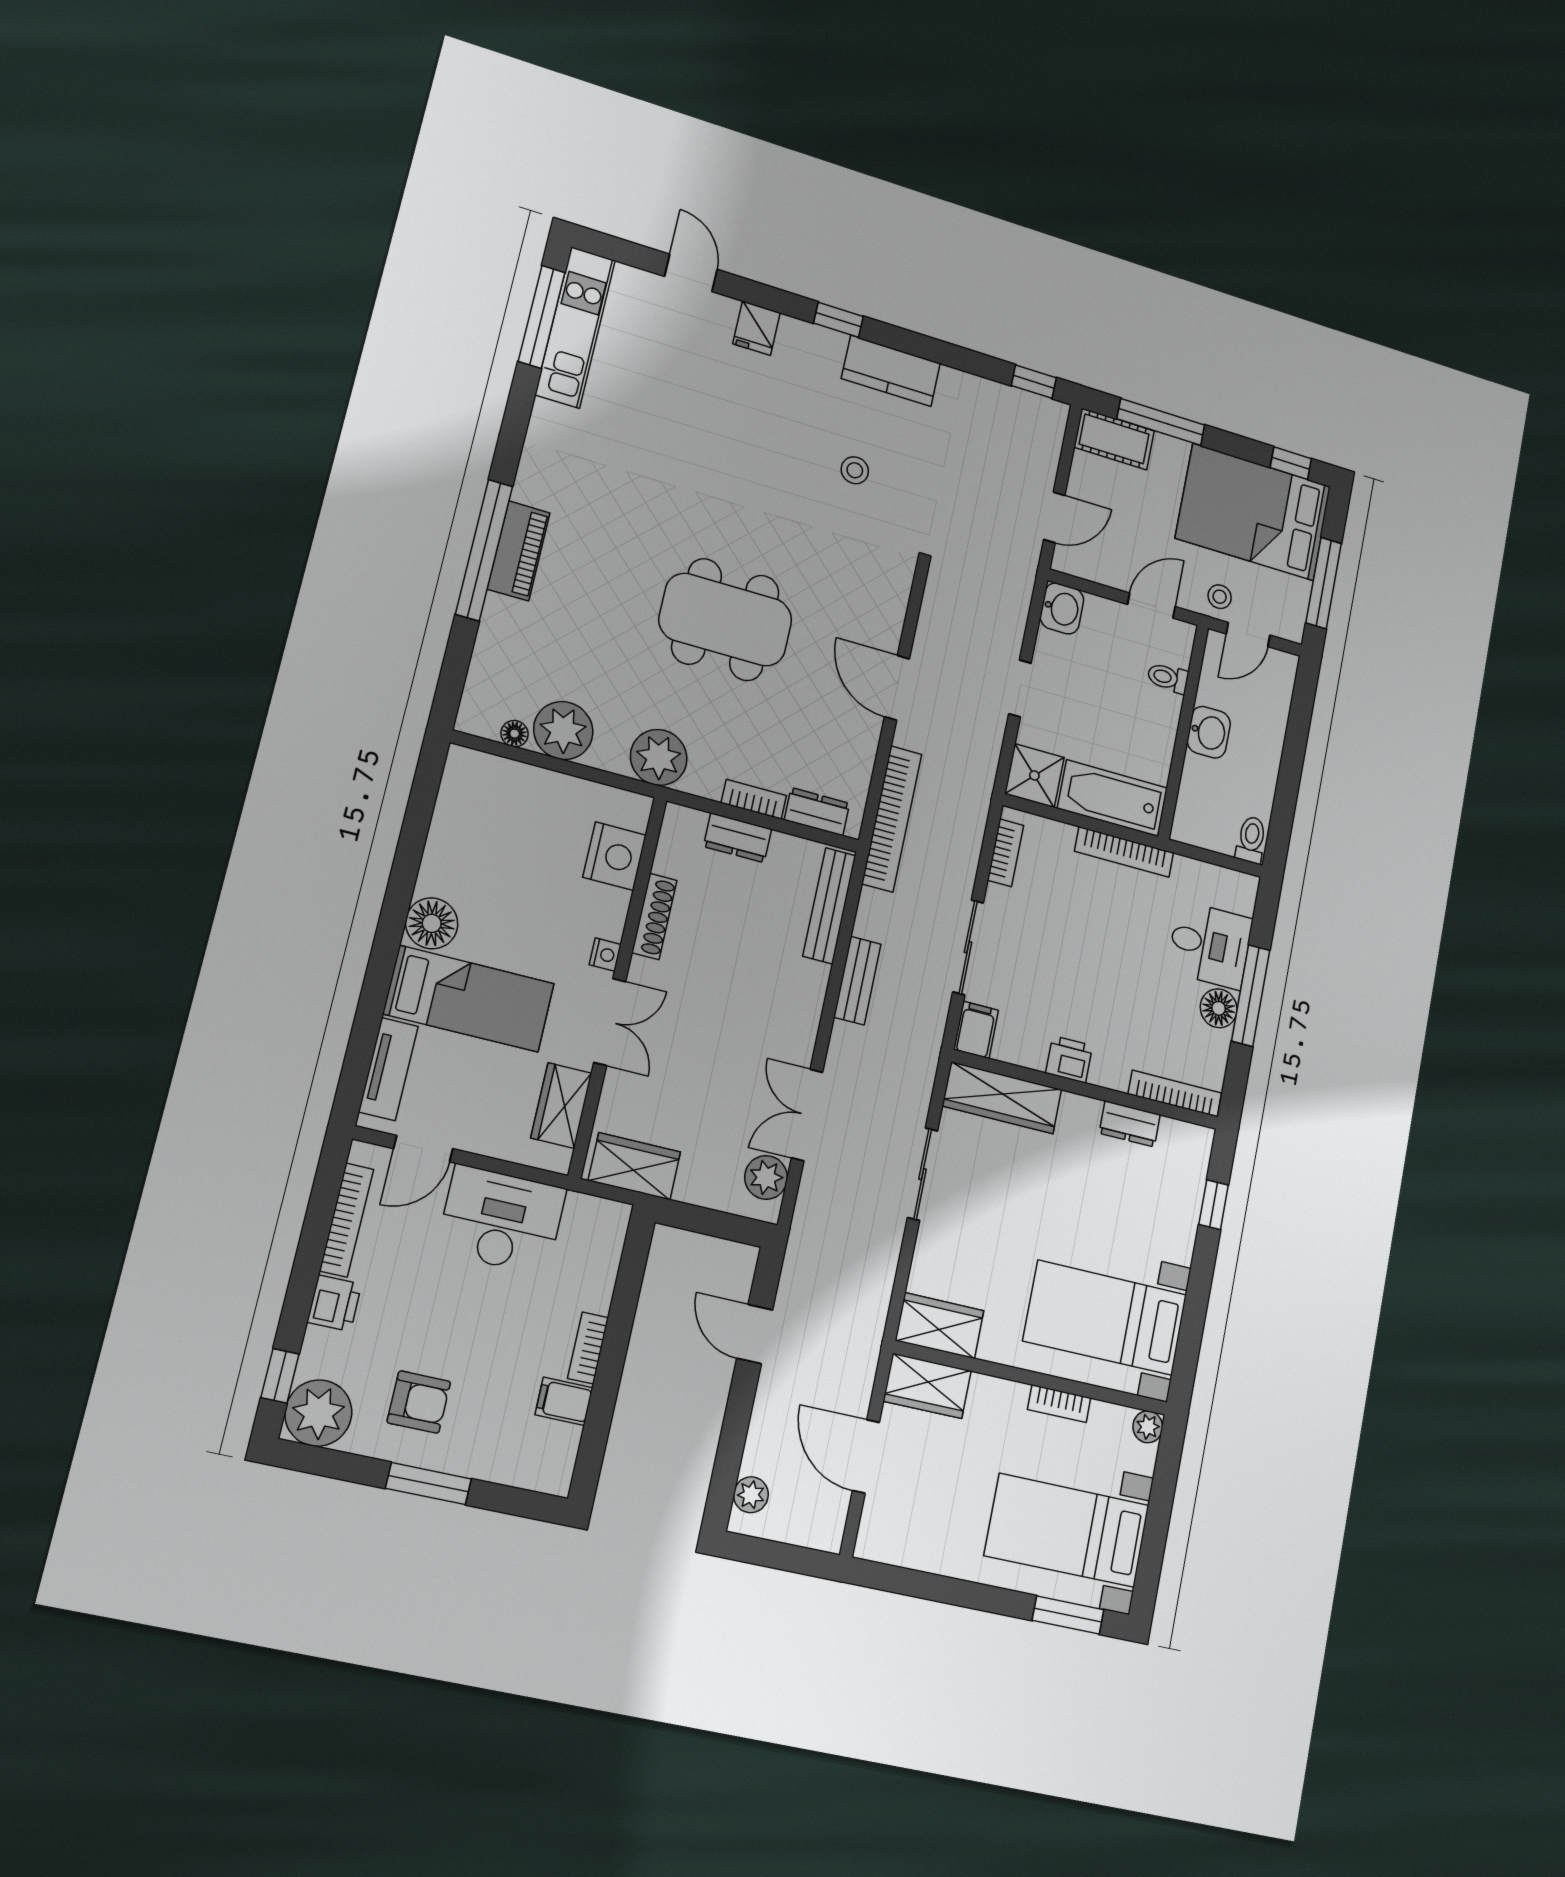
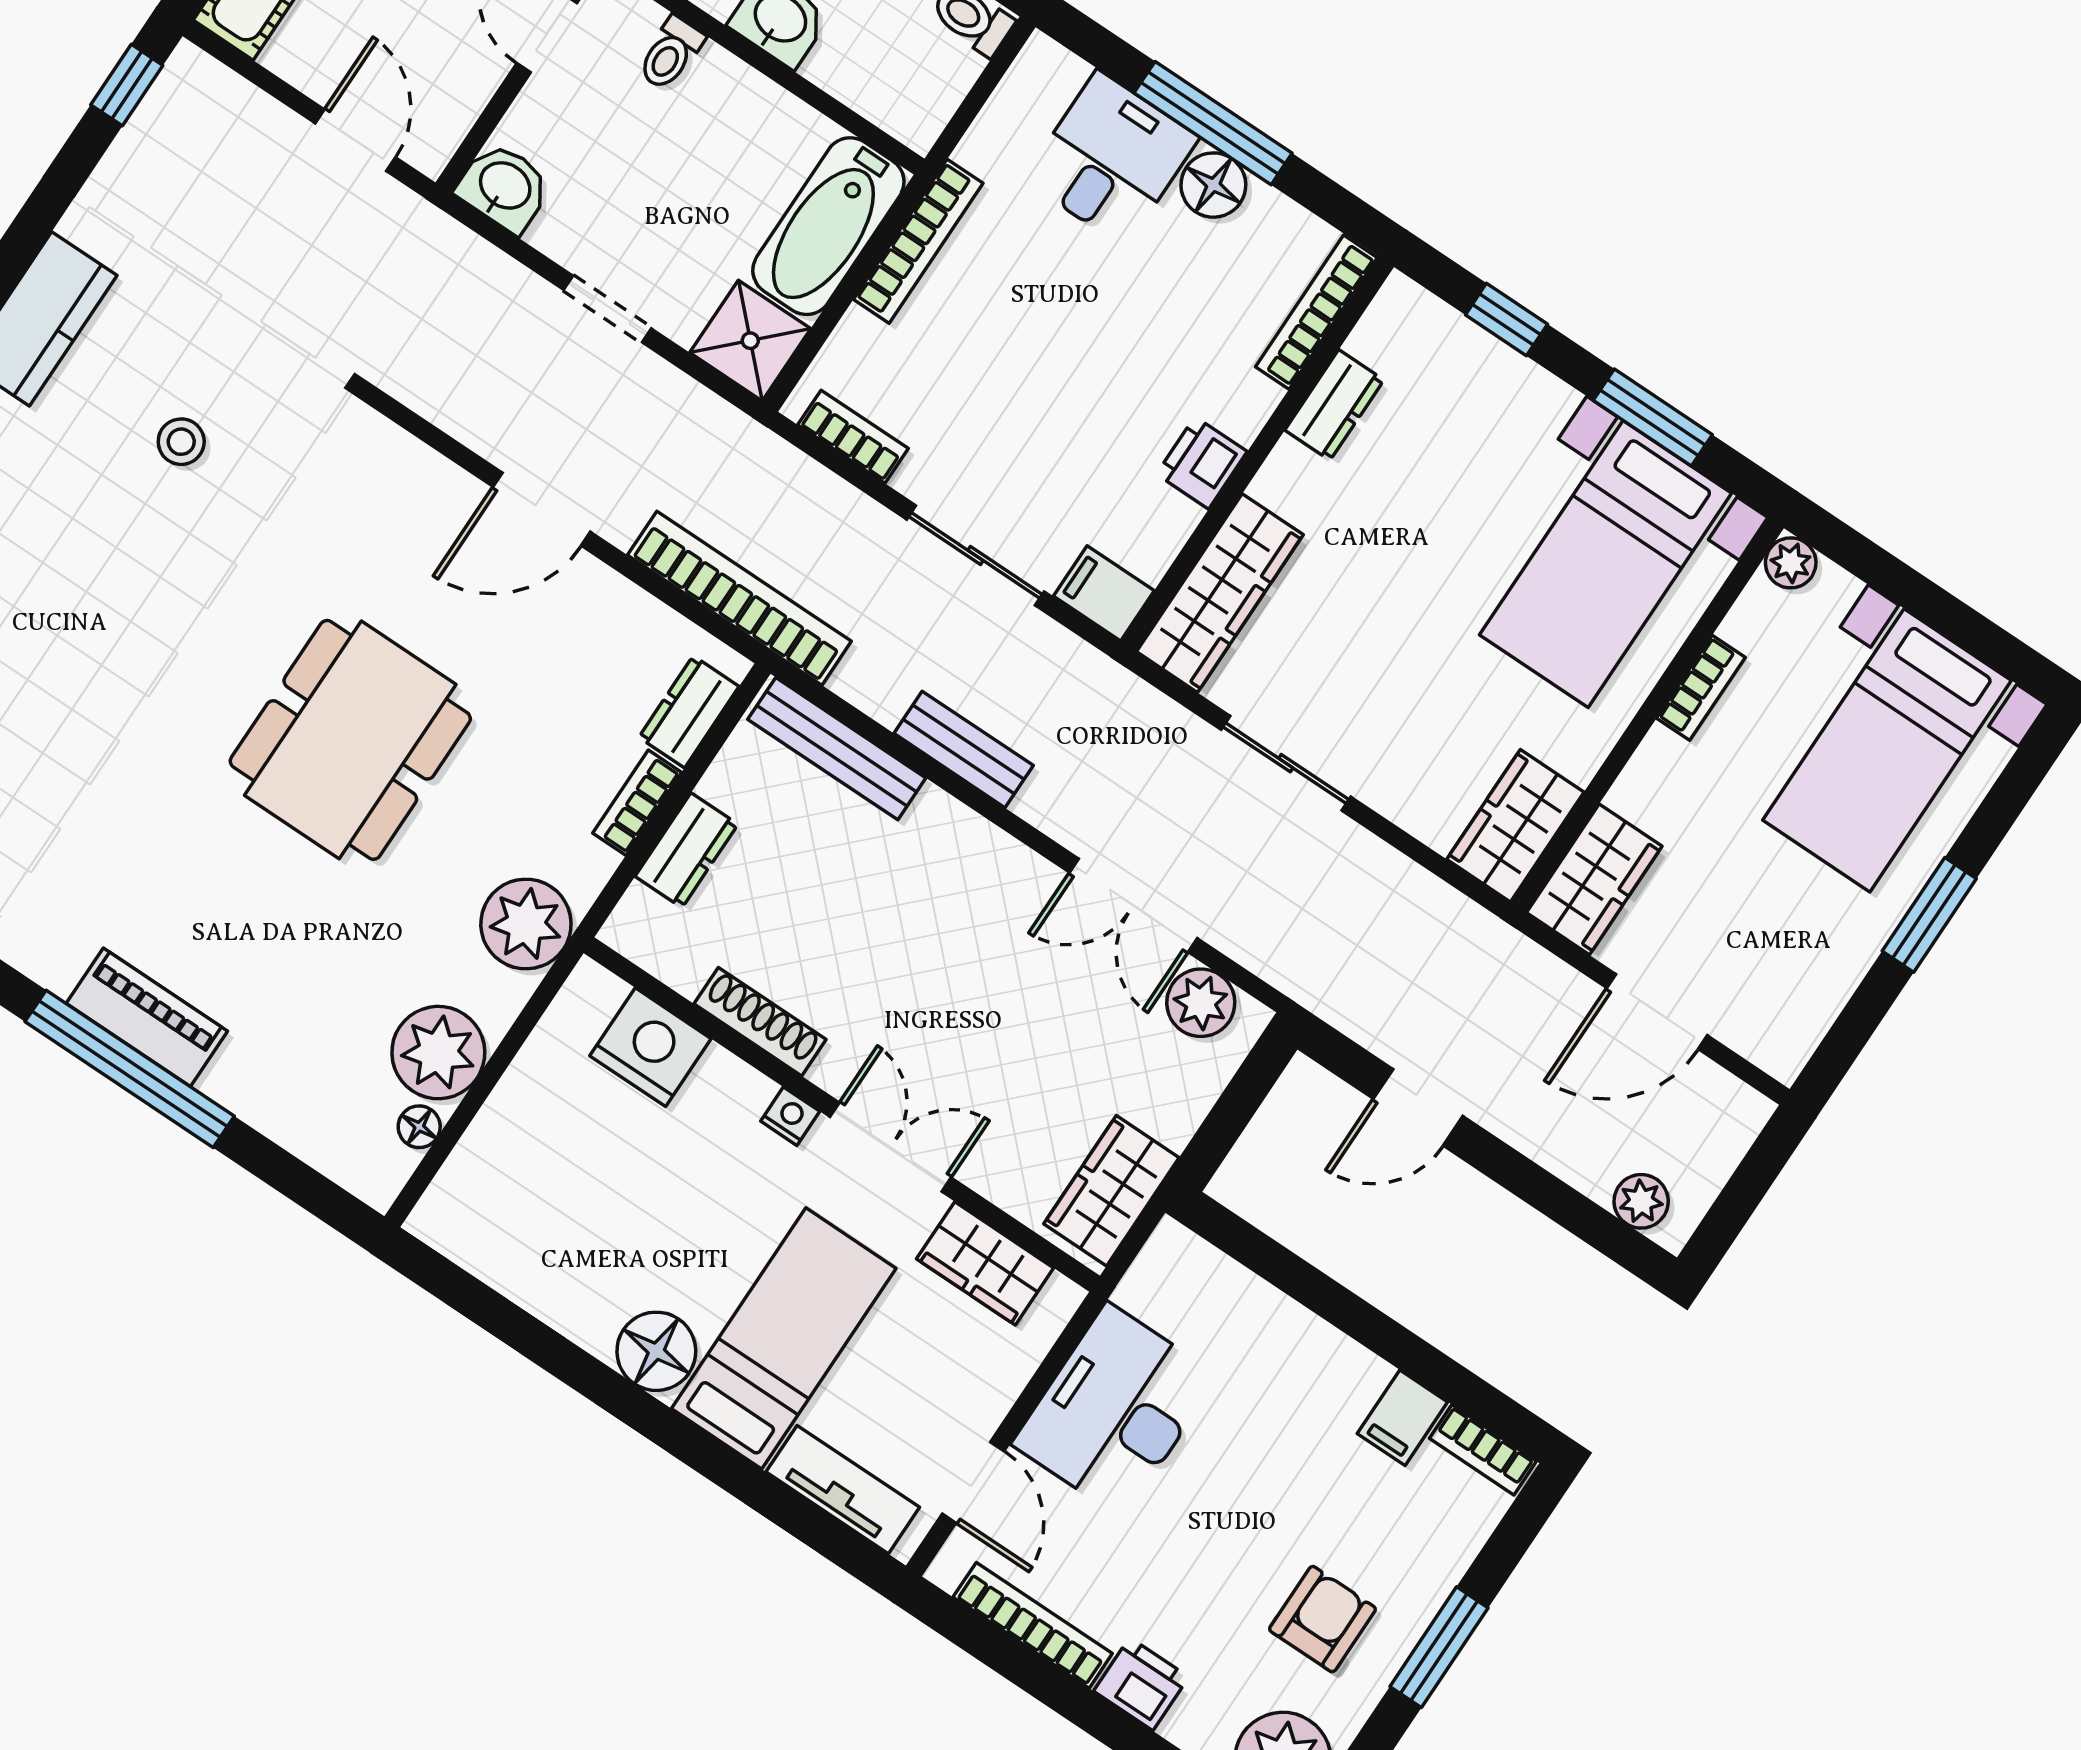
window: (1195, 1312) -> (1653, 417), added
bookcase: (588, 1348) -> (1483, 1450), moved
window: (1068, 1615) -> (1929, 915), moved

